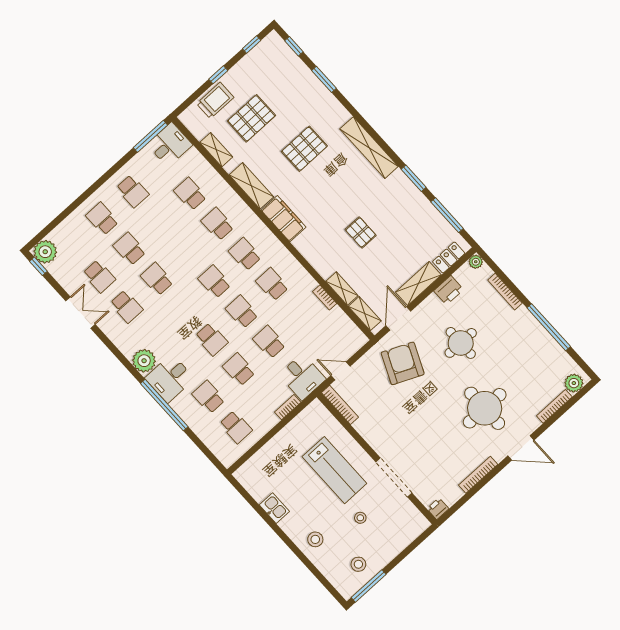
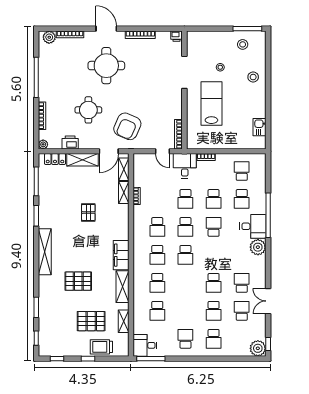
kitchen sink: (274, 508) -> (260, 127), moved

